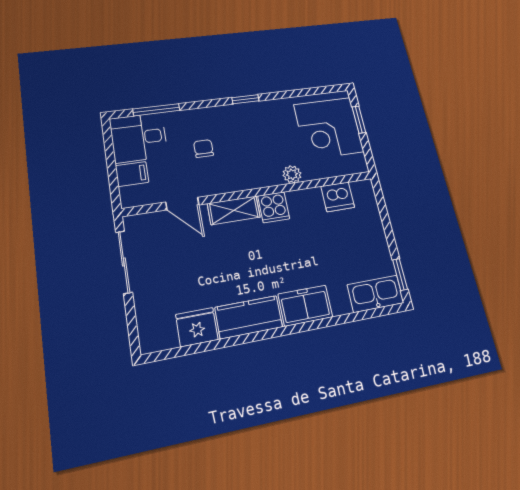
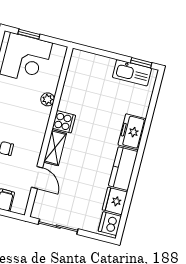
dishwasher: (338, 197) -> (110, 224), moved, turned 180
door: (182, 204) -> (37, 177), hinge flipped
kitchen sink: (376, 294) -> (132, 73), moved, turned -90

